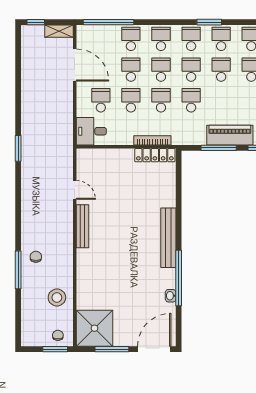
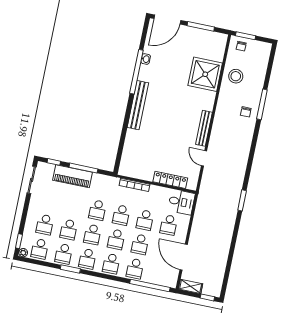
locker: (155, 155) -> (170, 180), moved
shower: (94, 328) -> (205, 74), moved

